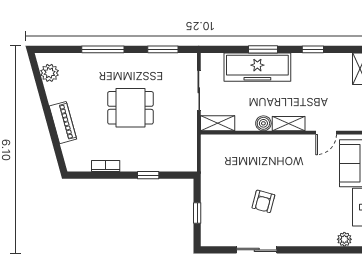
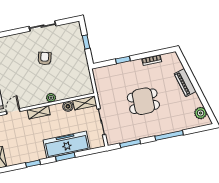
boiler: (263, 123) -> (68, 106), moved
plant: (266, 141) -> (51, 98), added

